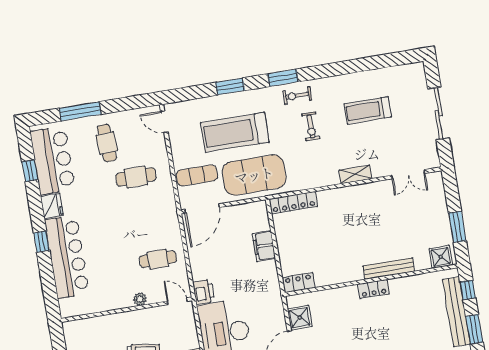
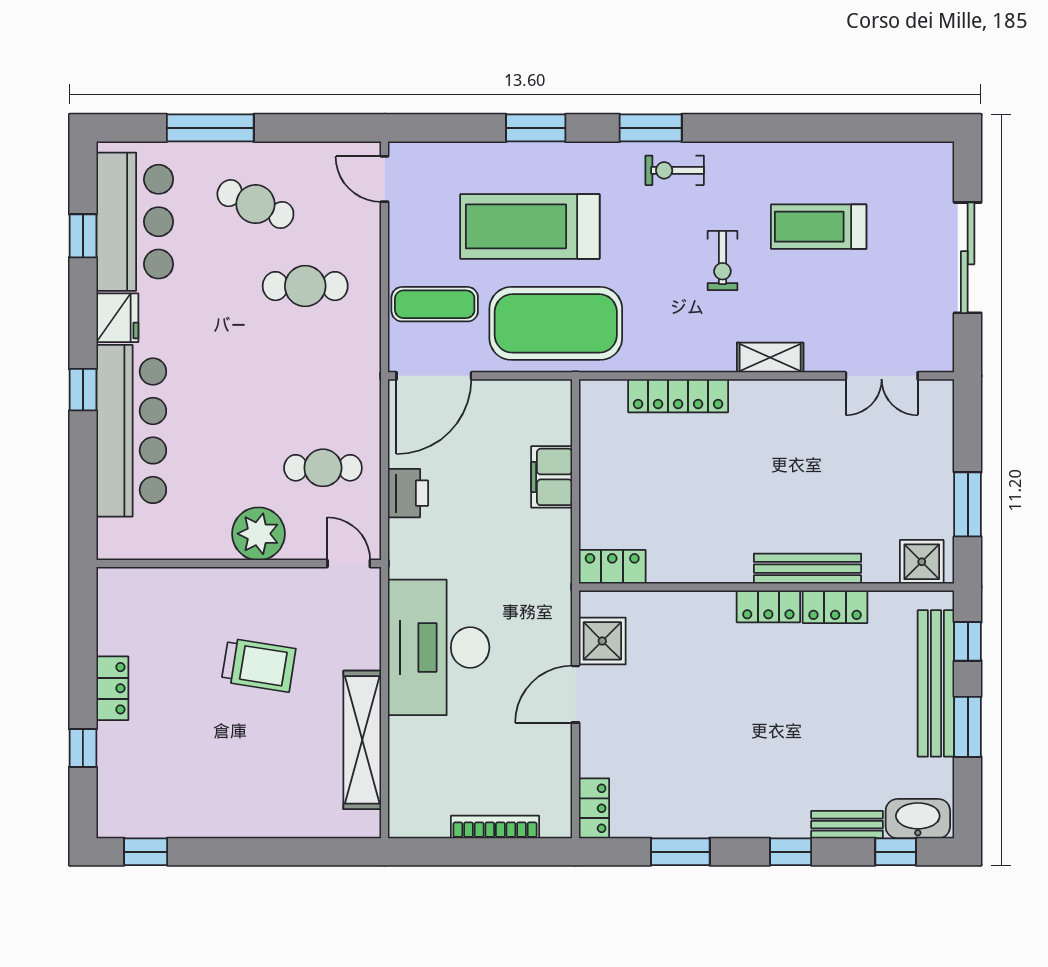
exercise bike: (311, 126) -> (722, 261), moved
cafe table: (107, 143) -> (255, 204), turned -64
locker: (293, 203) -> (678, 396), moved
locker: (404, 284) -> (835, 607), added
printer: (204, 292) -> (408, 493), moved
plant: (140, 299) -> (258, 534), width x1.87, depth x1.87

